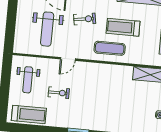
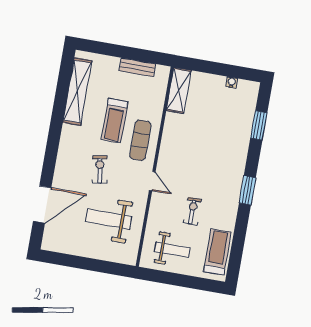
weight bench: (47, 29) -> (109, 219), turned 180
door: (68, 59) -> (152, 181), moved

